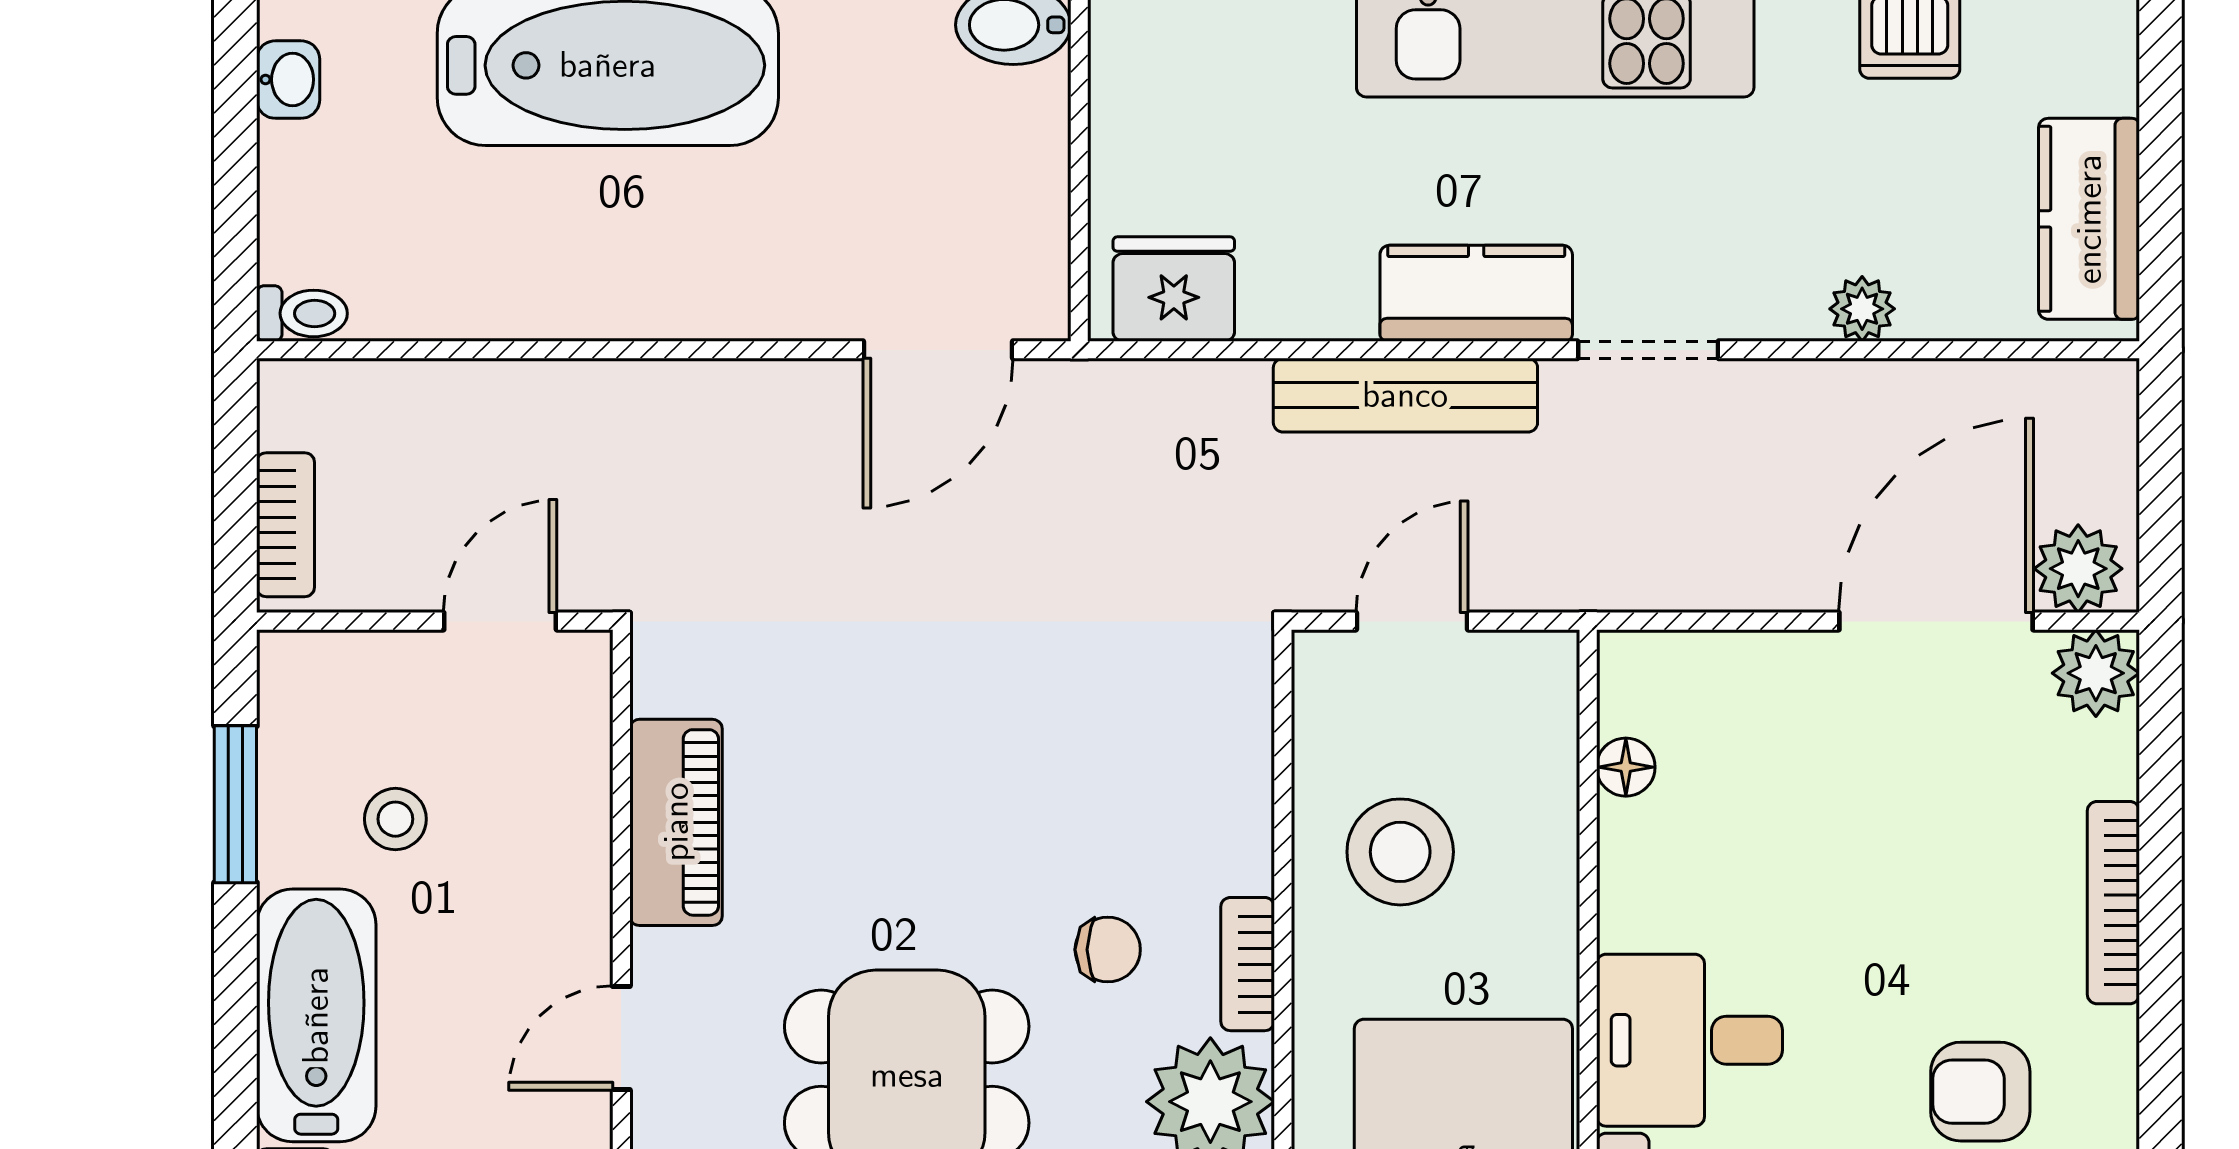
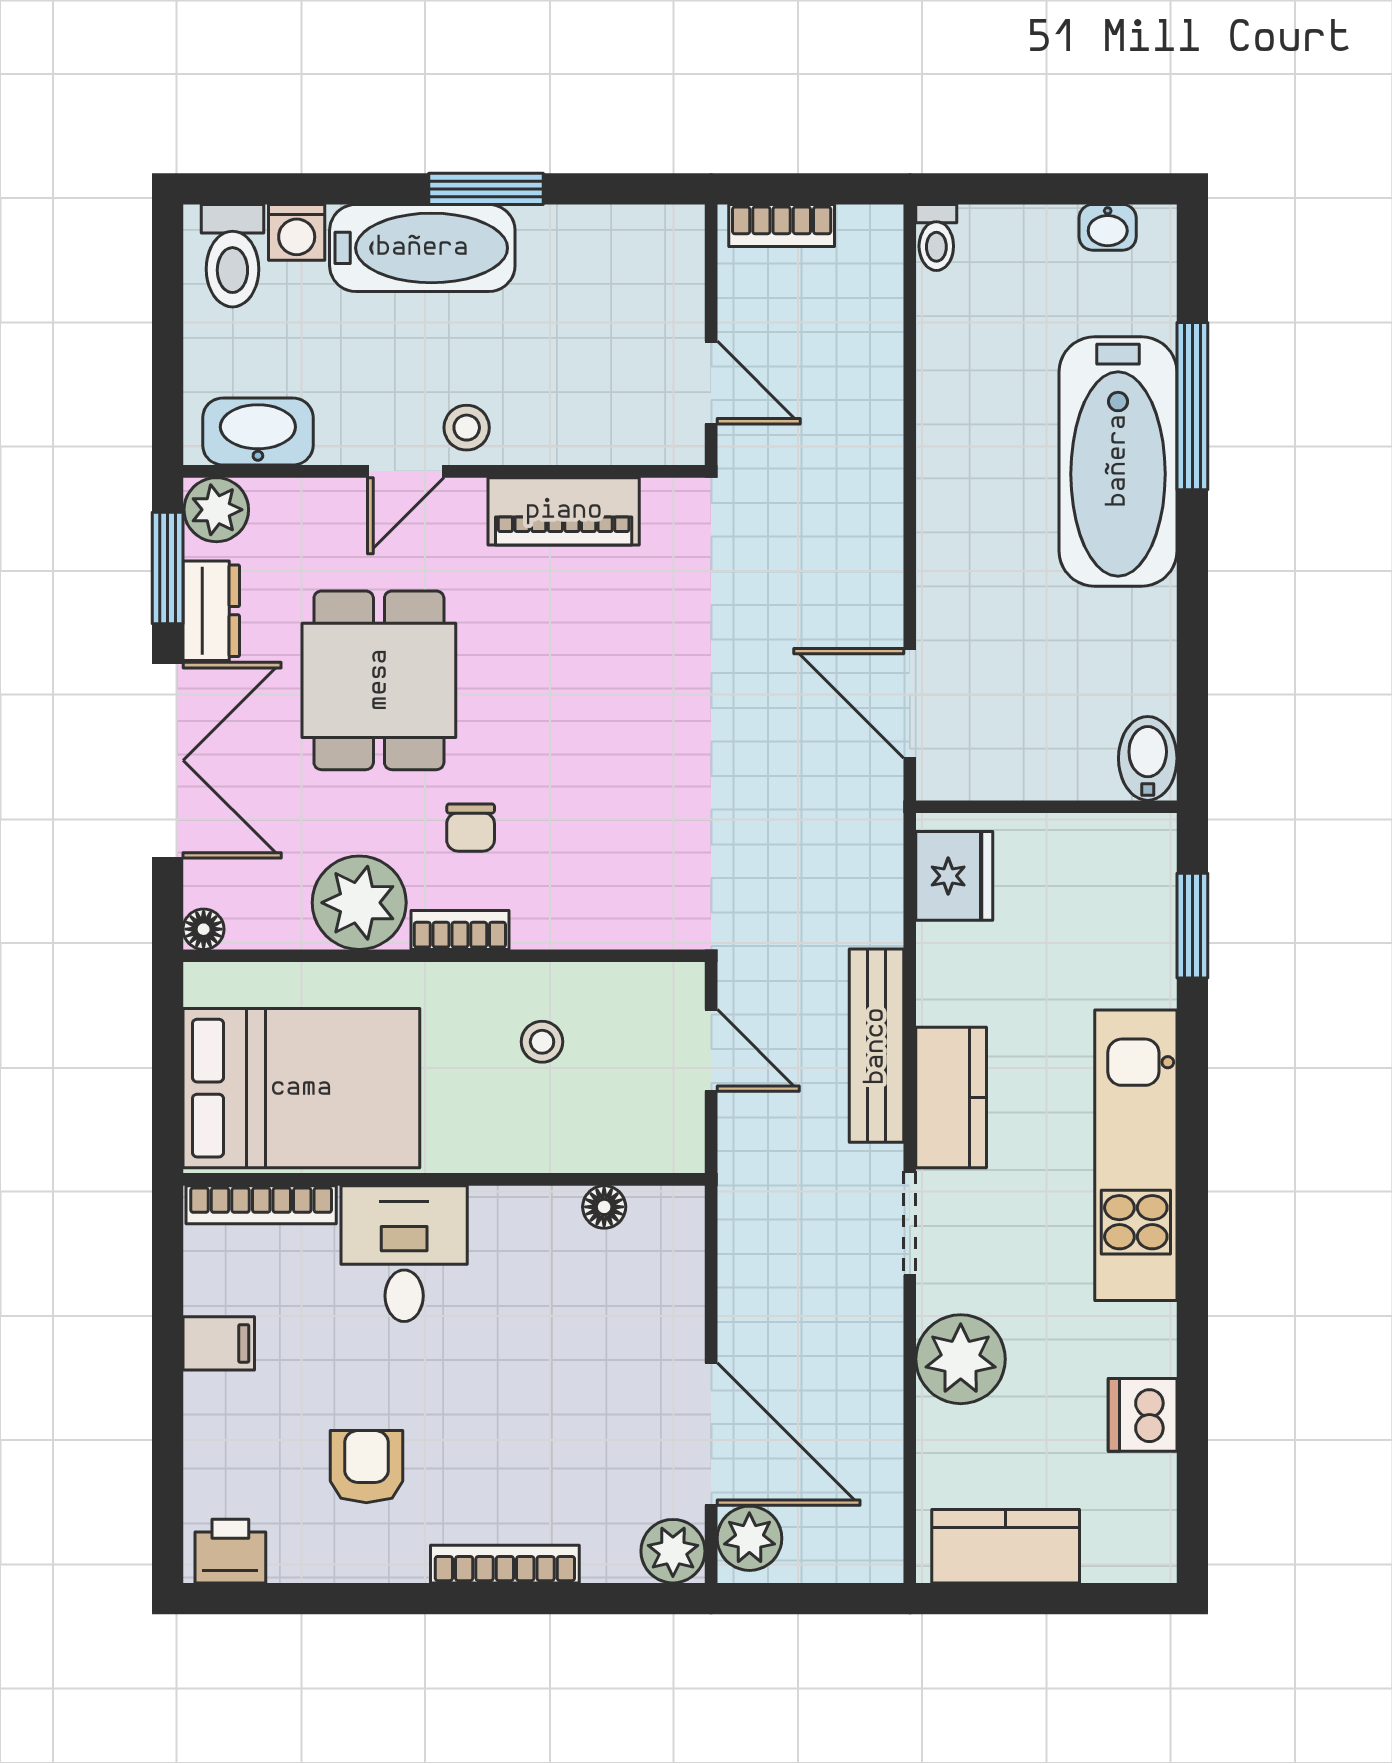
plant: (1862, 309) -> (961, 1359), width x1.88, depth x1.88
window: (235, 804) -> (486, 189), moved
stool: (395, 819) -> (467, 428), moved
stool: (1400, 852) -> (542, 1042), width x0.53, depth x0.53
door: (621, 1038) -> (406, 471), swing flipped

